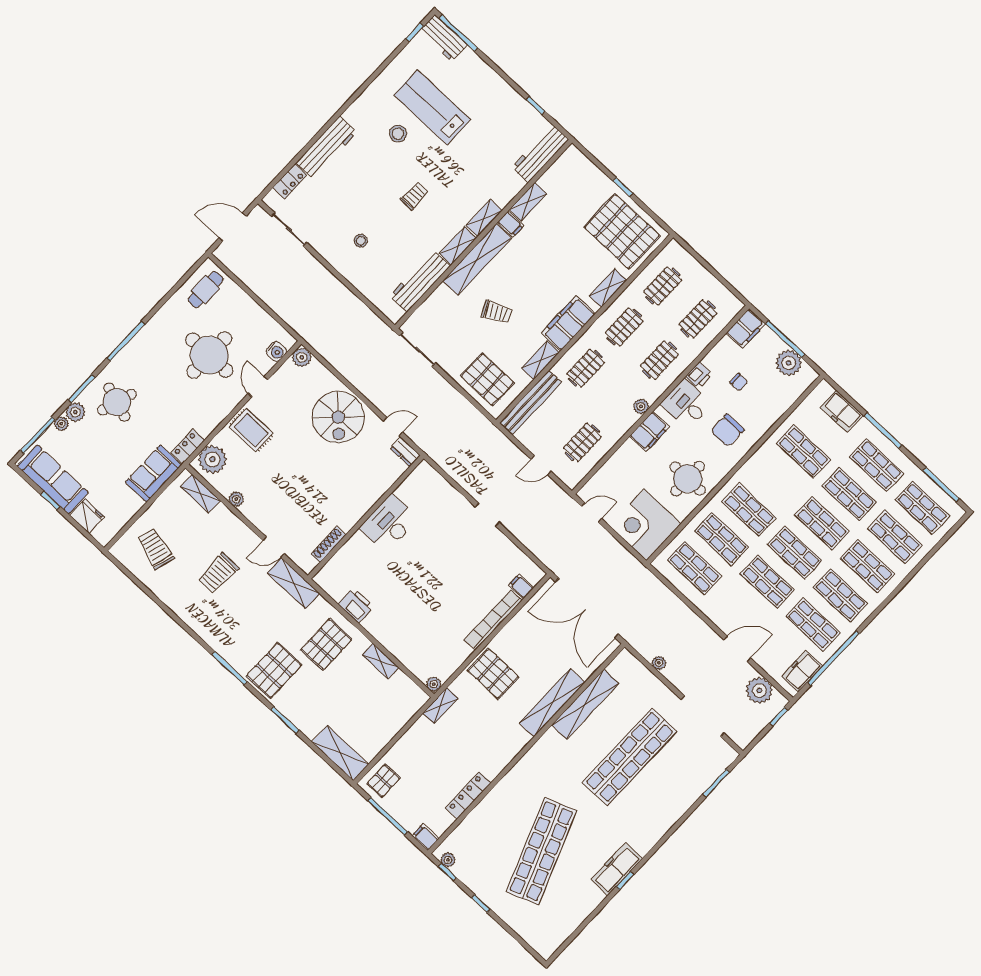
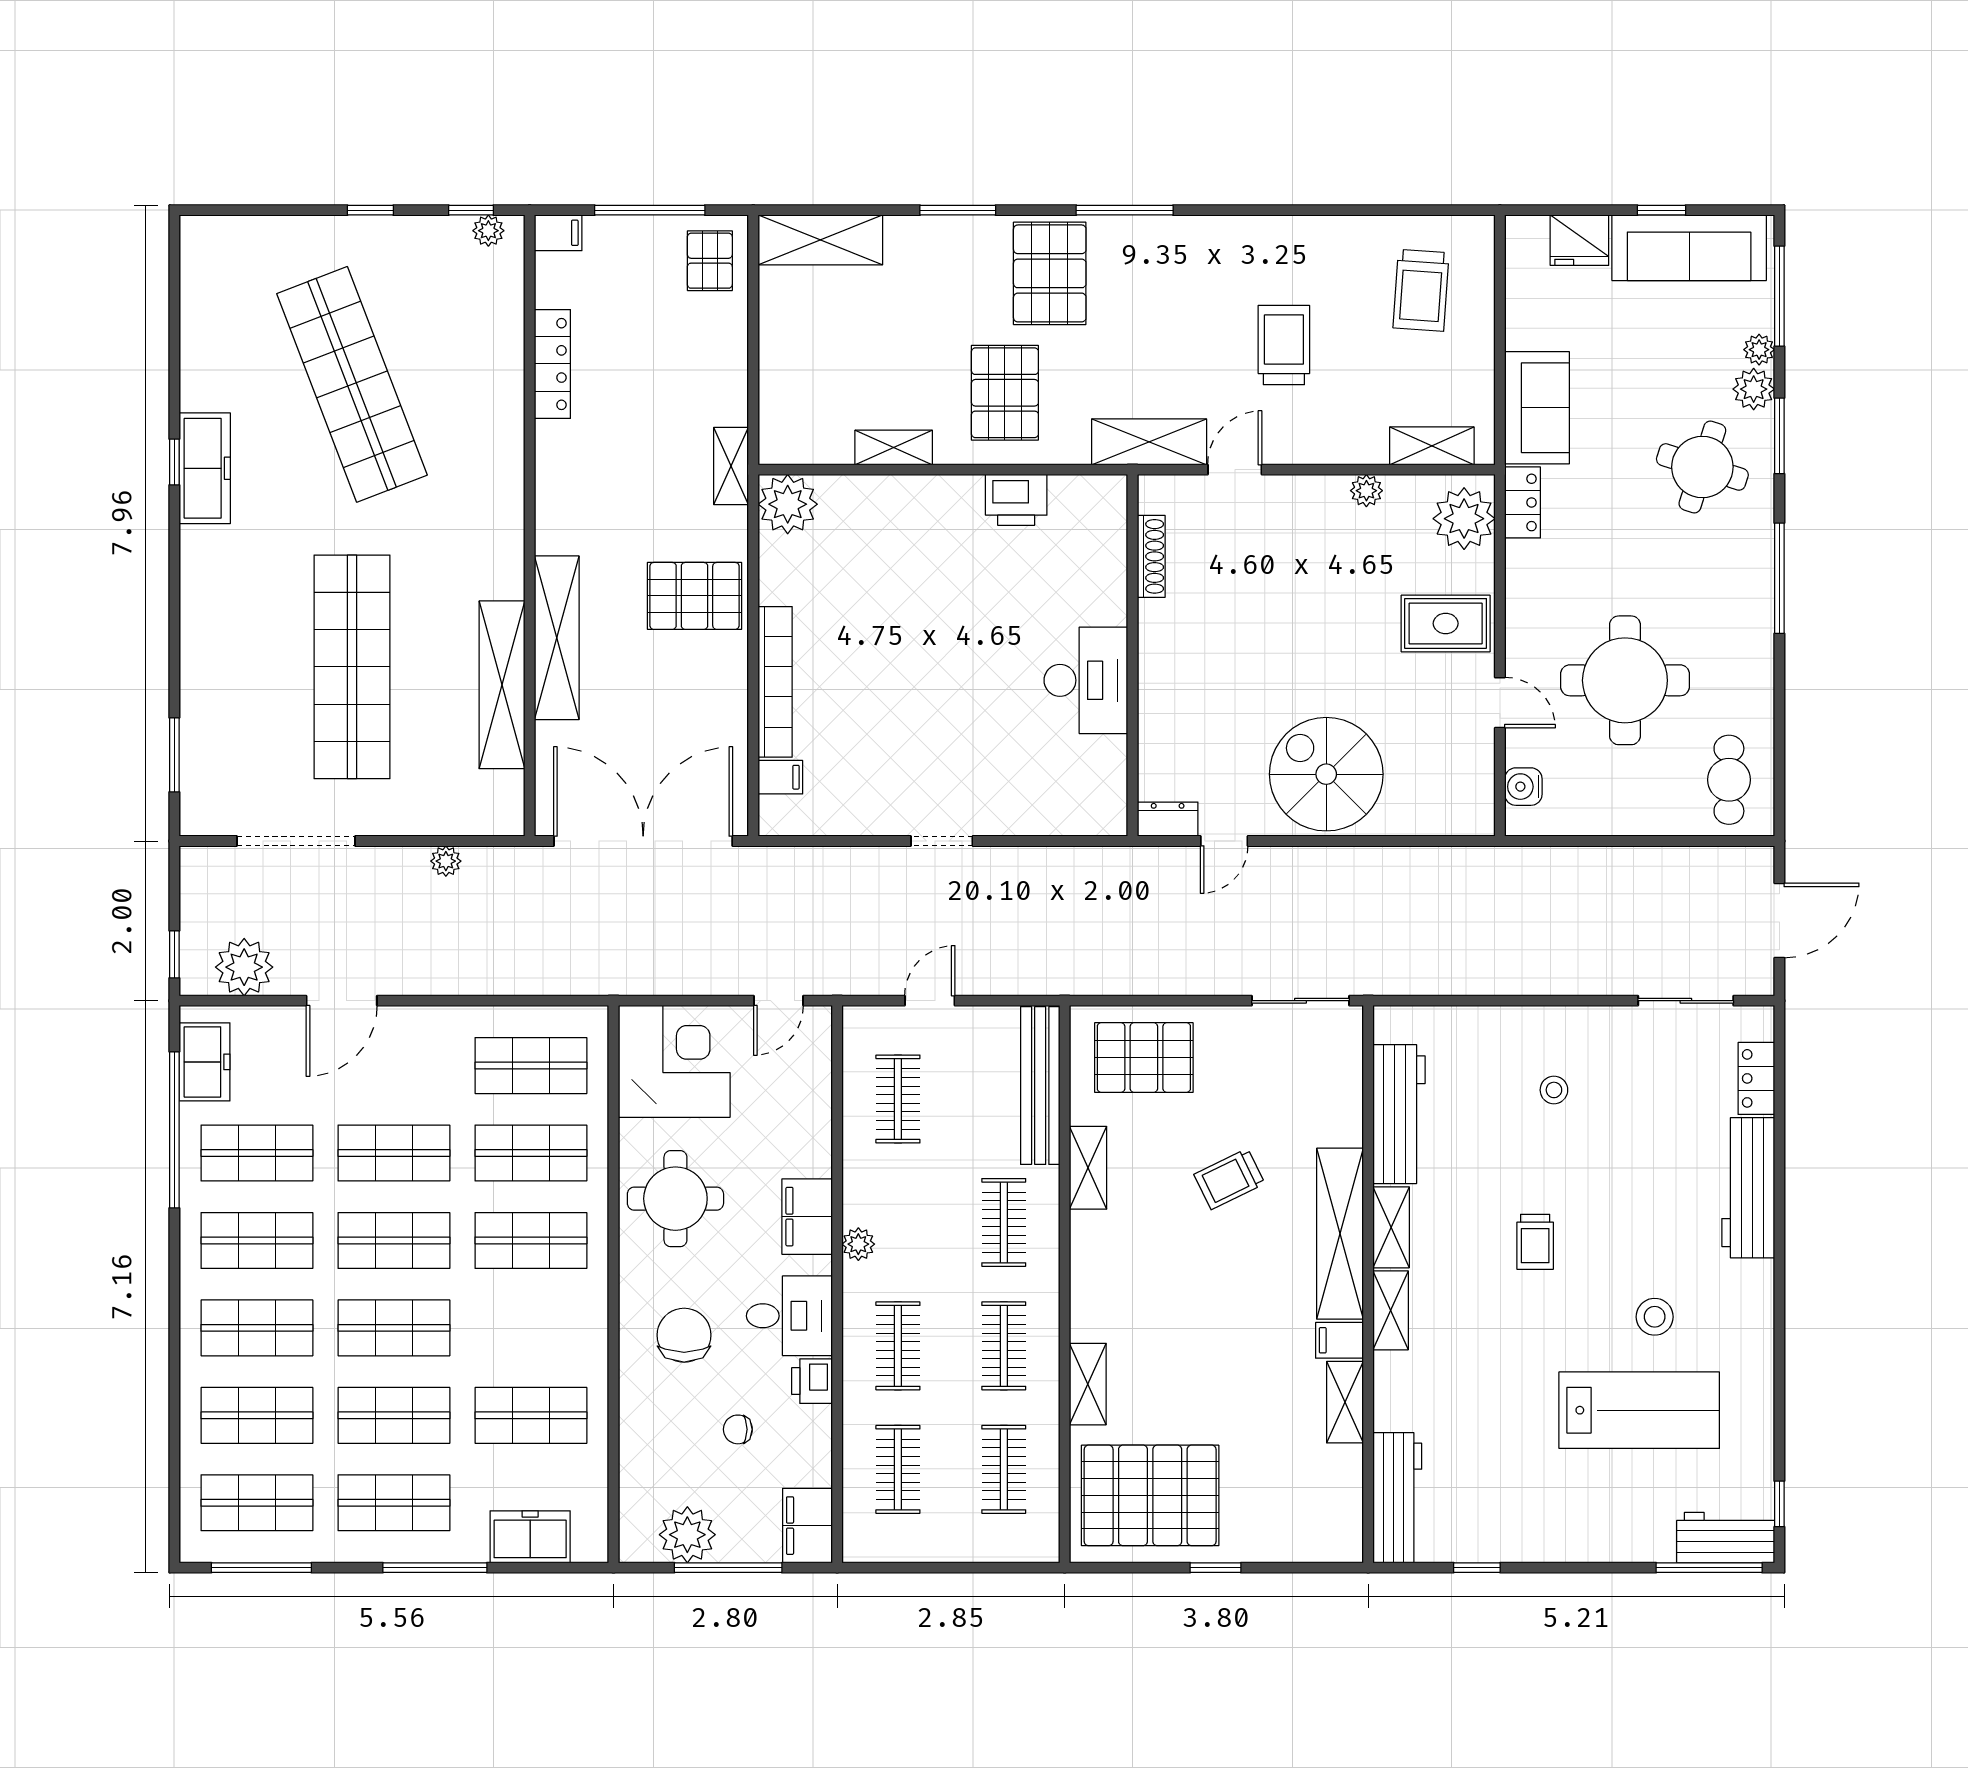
filing cabinet: (568, 323) -> (1099, 1268), removed
plant: (302, 357) -> (1474, 815), removed
trolley: (156, 549) -> (1421, 290), turned 78
plant: (434, 684) -> (788, 504), width x1.88, depth x1.88

